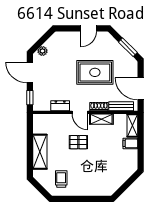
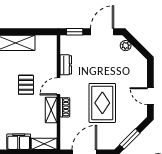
bench: (121, 106) -> (65, 132), removed
filing cabinet: (130, 143) -> (19, 142), width x2.00

